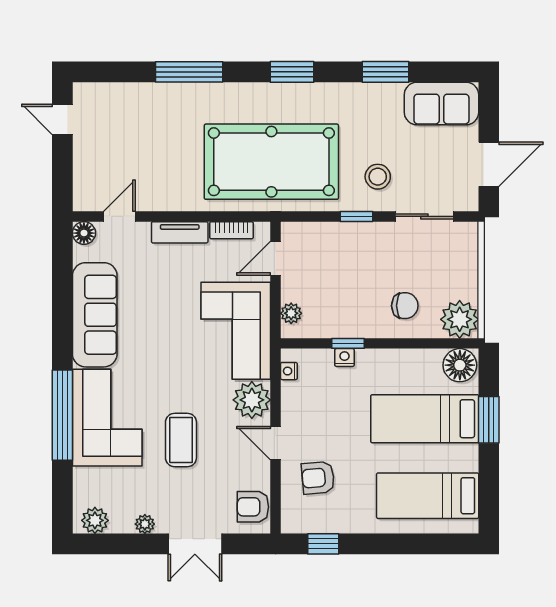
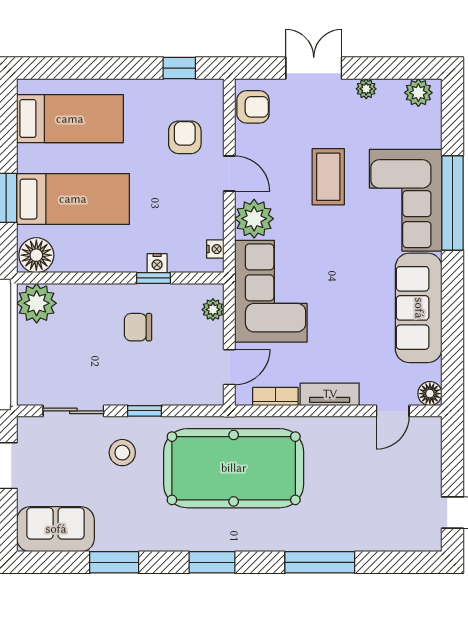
chair: (405, 306) -> (138, 327), moved
armchair: (318, 478) -> (185, 137), turned -85

